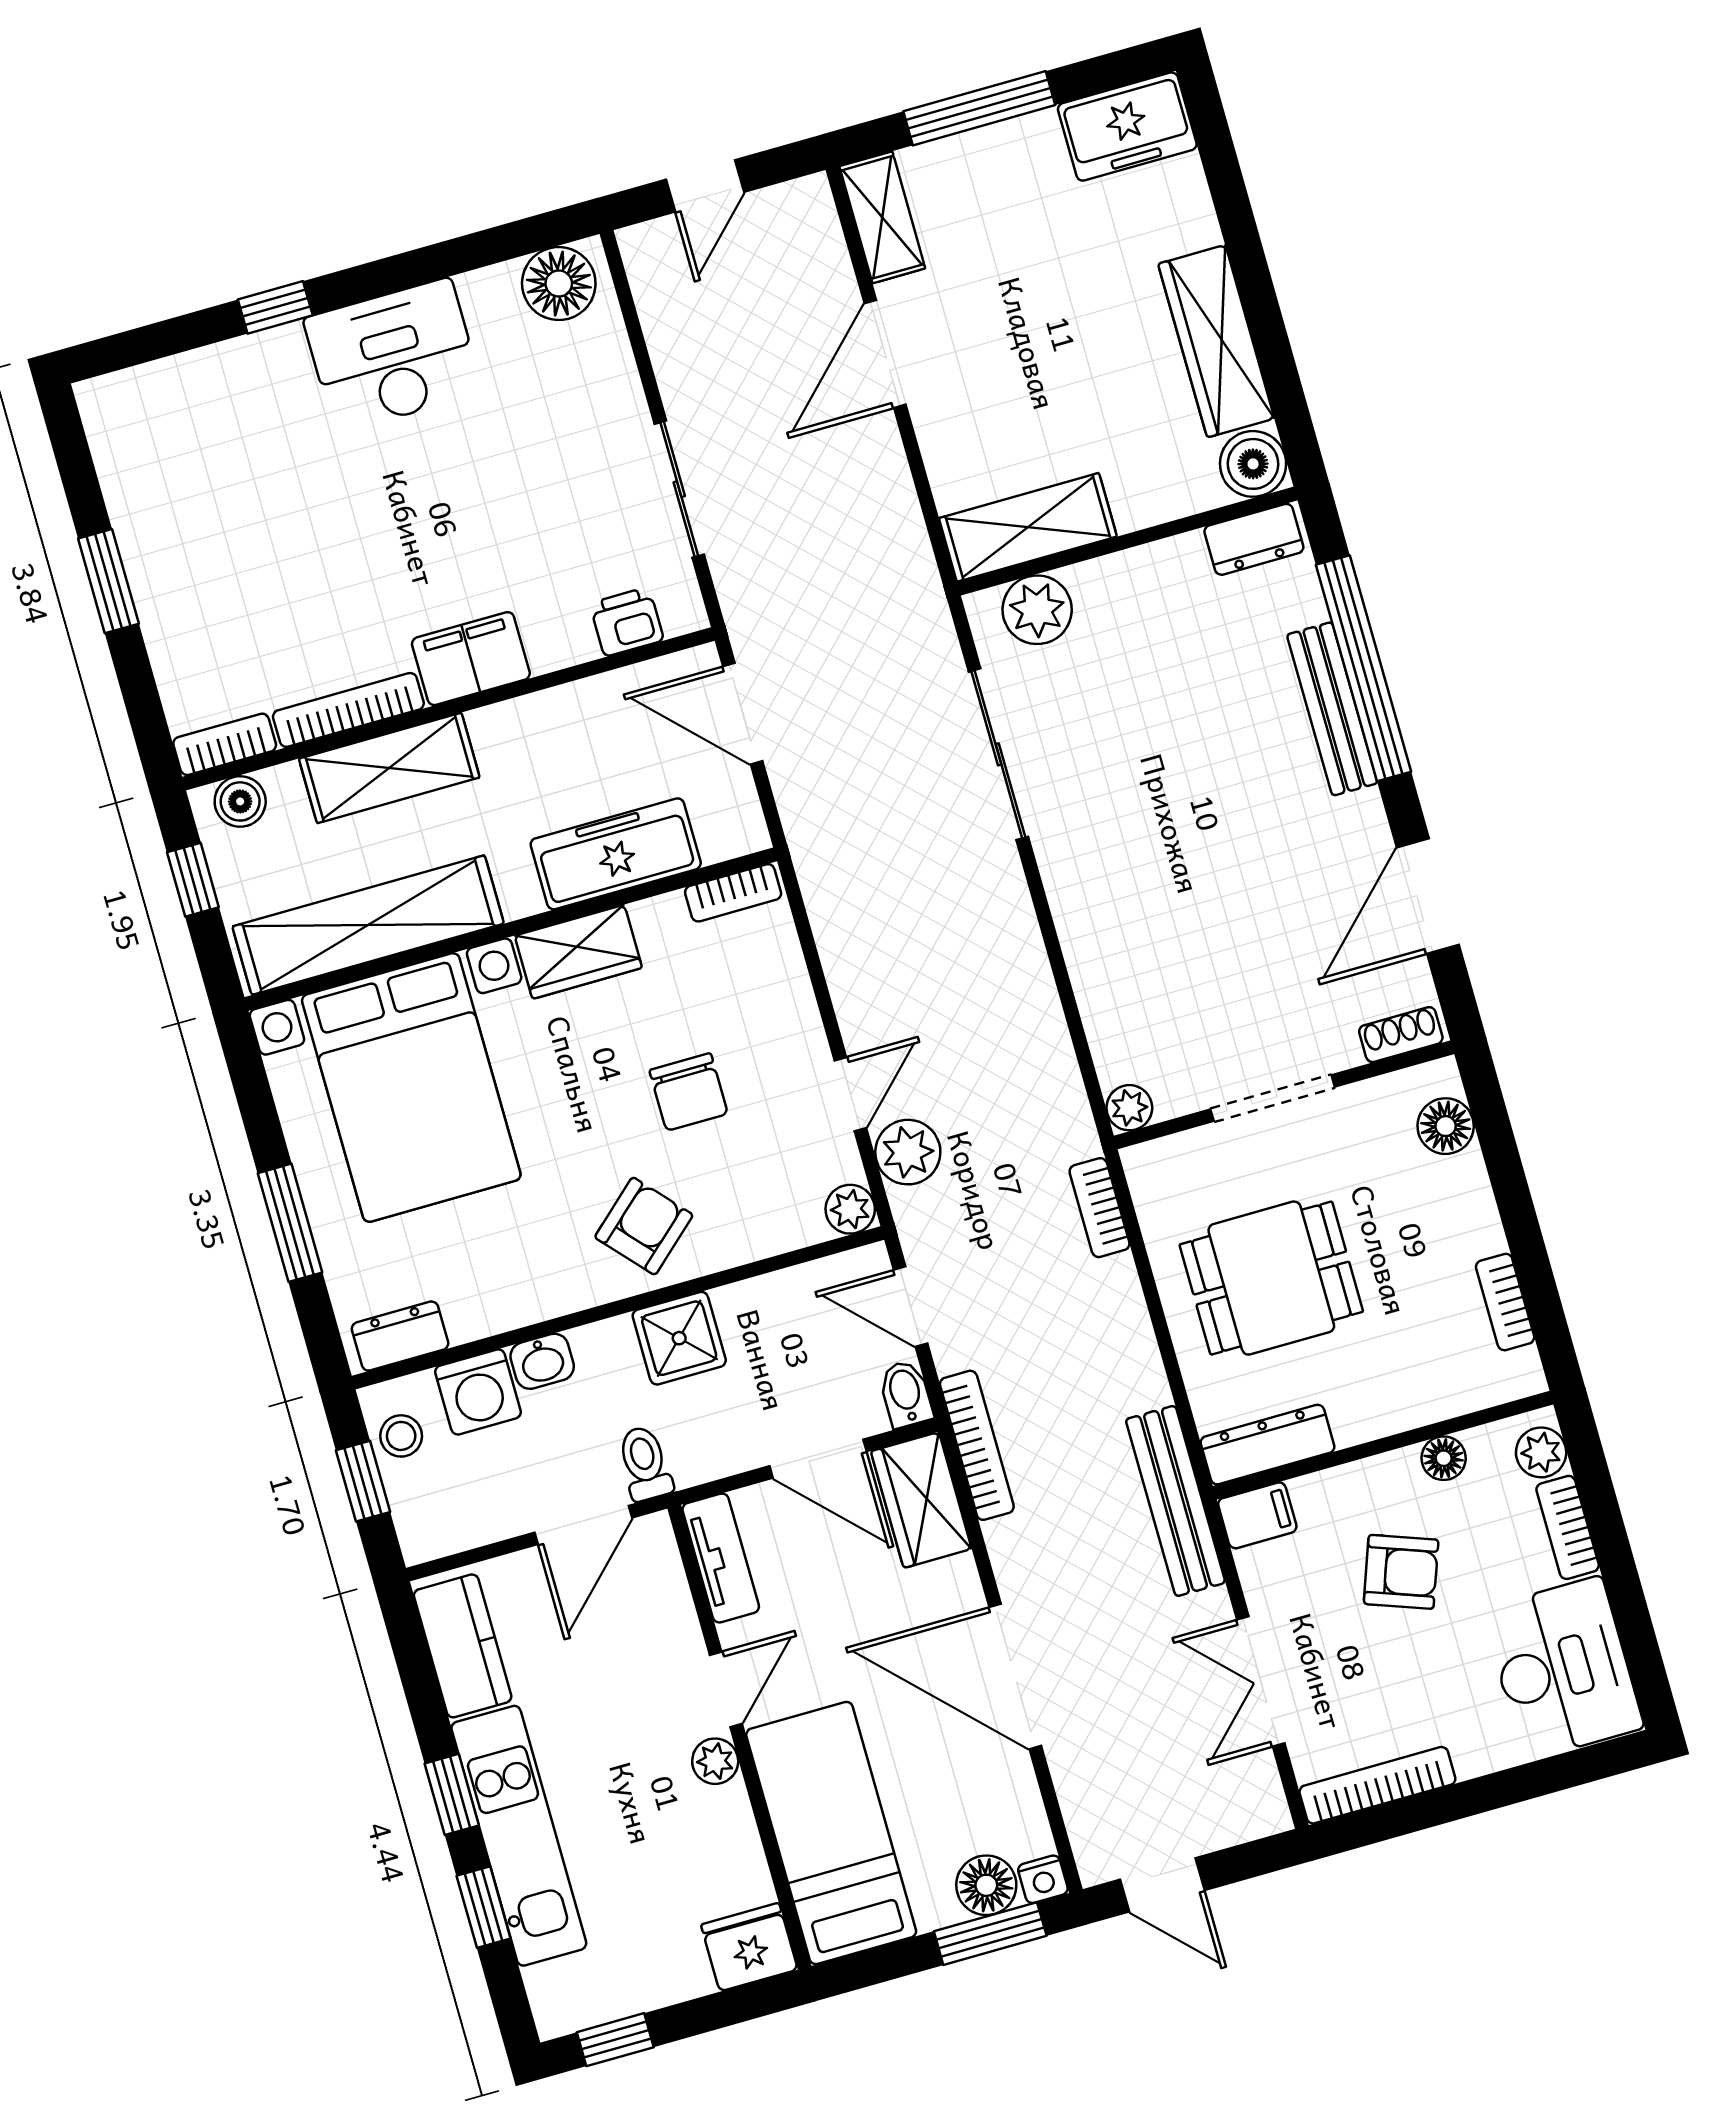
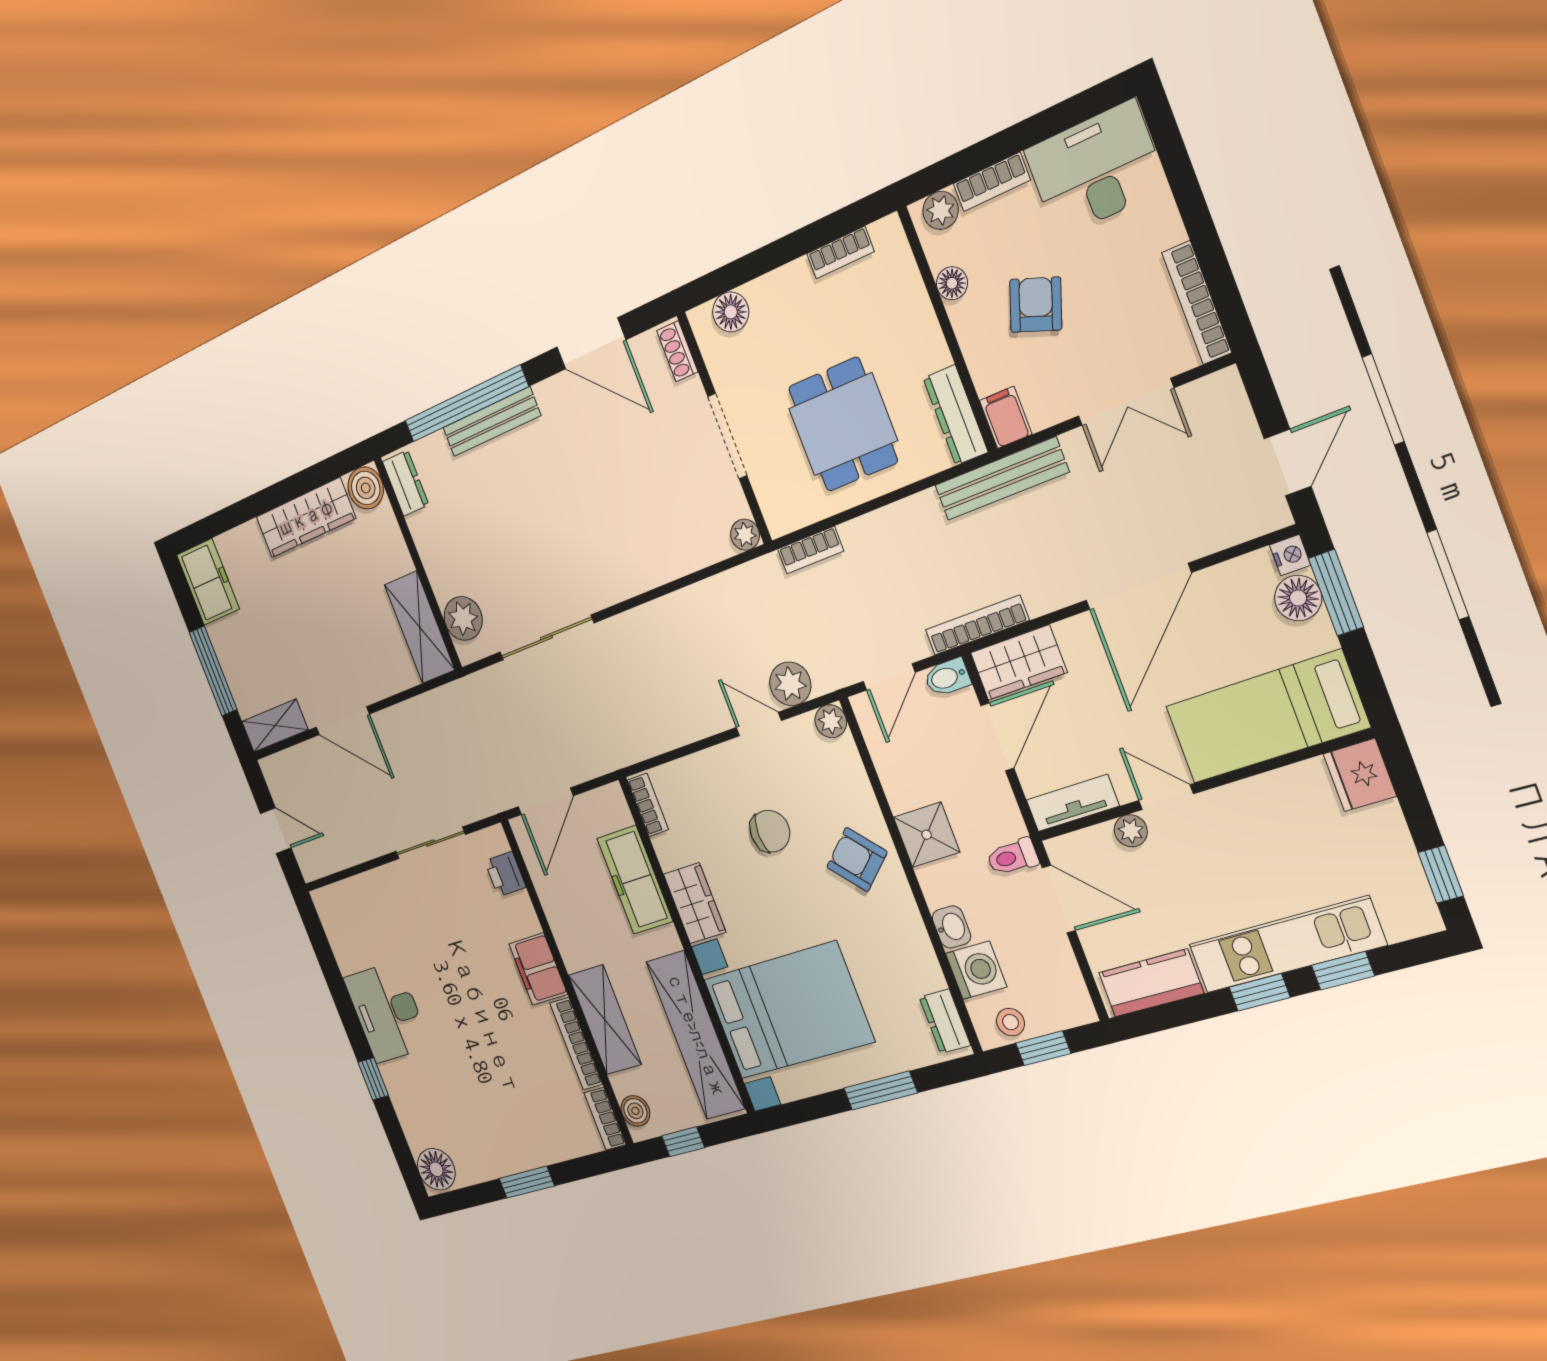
floor lamp: (559, 284) -> (436, 1169), moved
plant: (715, 1761) -> (1131, 831), moved

